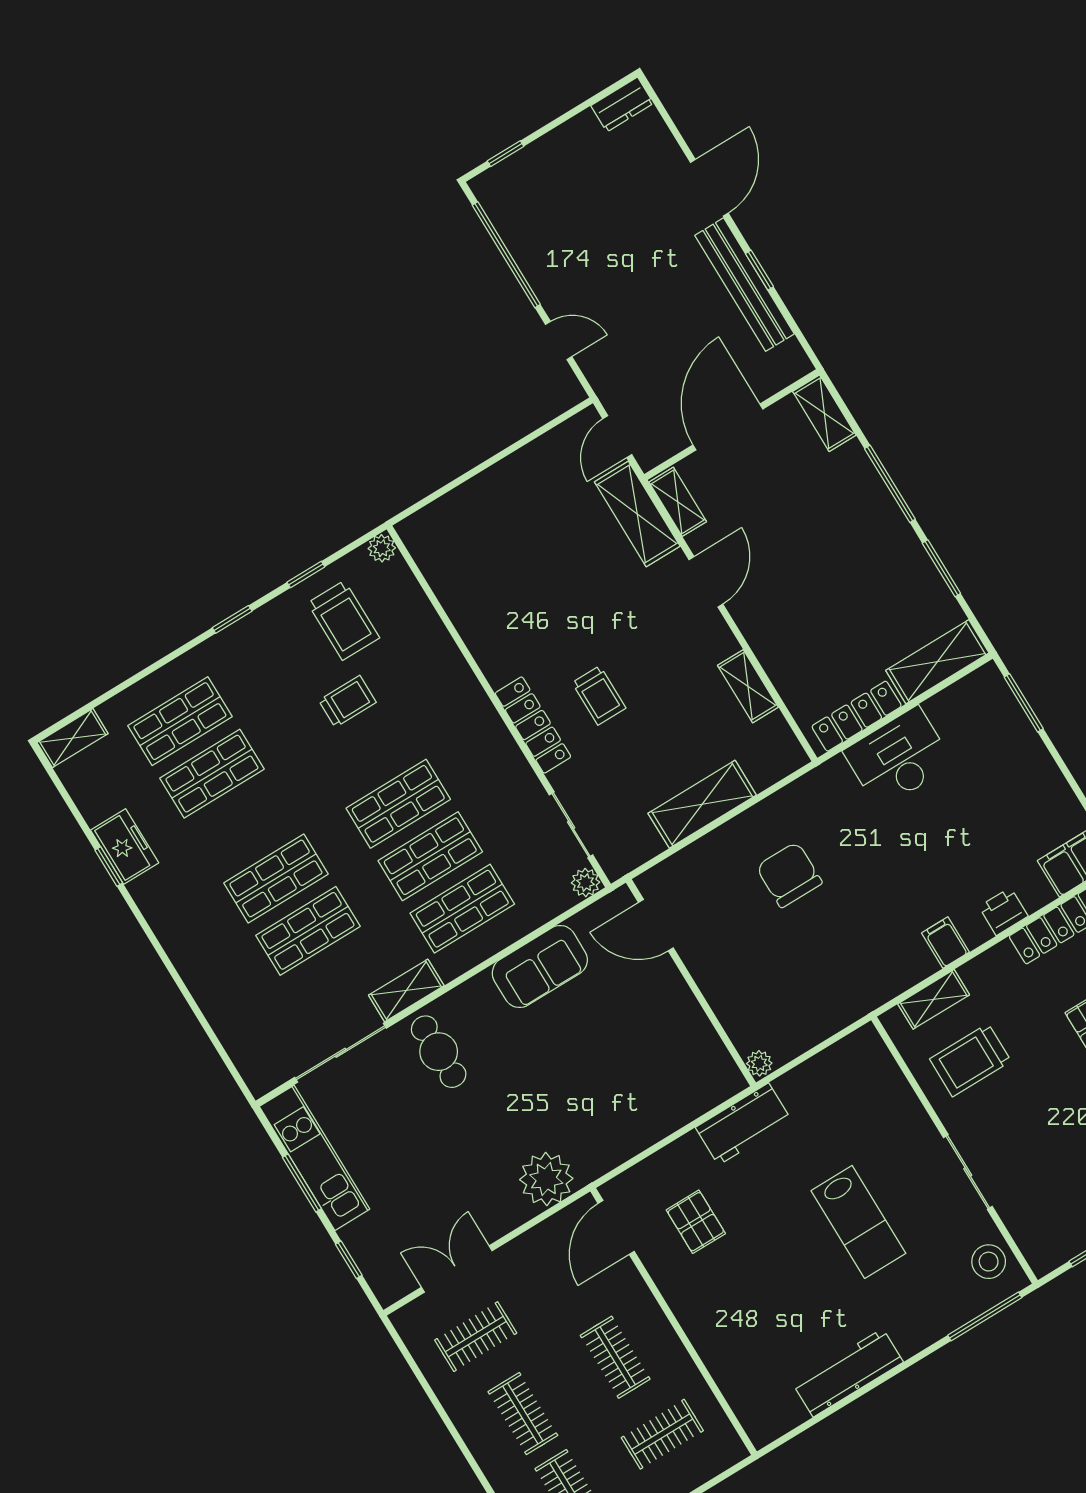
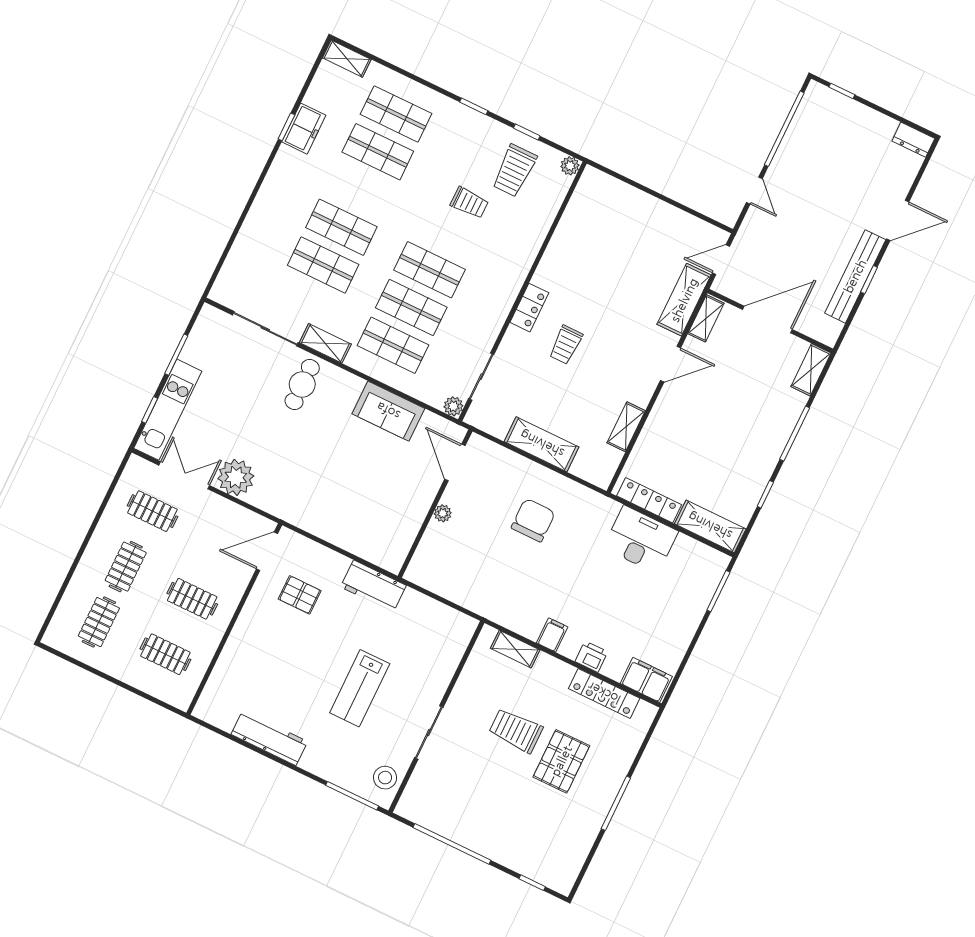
window: (941, 568) -> (765, 494), width x0.67
locker: (533, 725) -> (529, 308), width x0.66
trolley: (970, 1060) -> (516, 730), moved
plant: (759, 1063) -> (443, 513), moved
kitchen unit: (314, 1158) -> (168, 410), moved
plant: (546, 1179) -> (236, 477), moved
pallet: (696, 1222) -> (300, 595), turned 90
clothes rail: (615, 1357) -> (192, 599), turned 90

